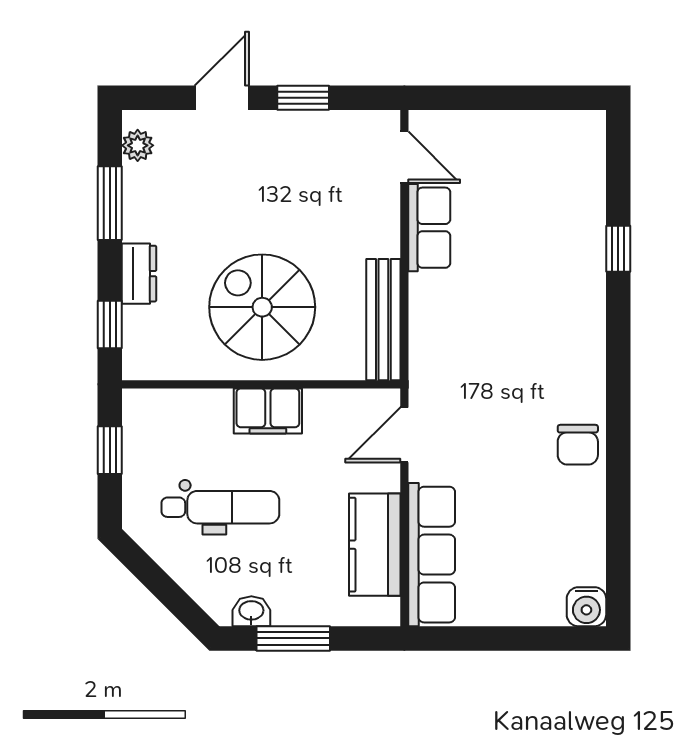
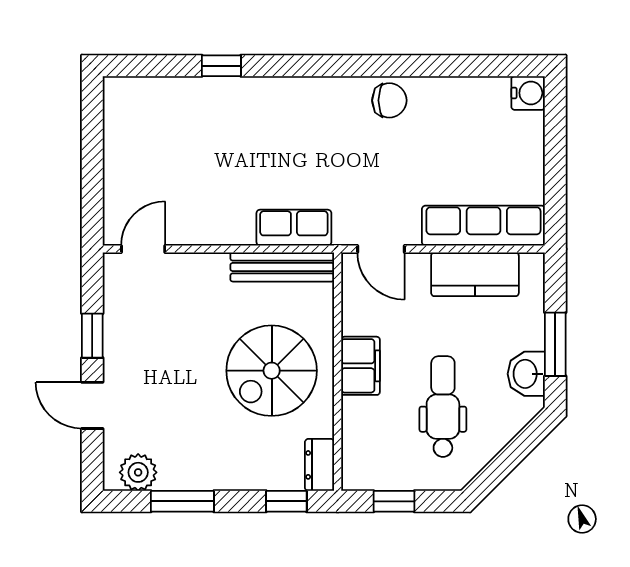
plant: (138, 145) -> (138, 472), width x1.38, depth x1.38
row of seats: (429, 228) -> (294, 228), moved
dresser: (139, 274) -> (320, 465), moved, turned -90
washbasin: (251, 611) -> (526, 374), width x1.38, depth x1.45

